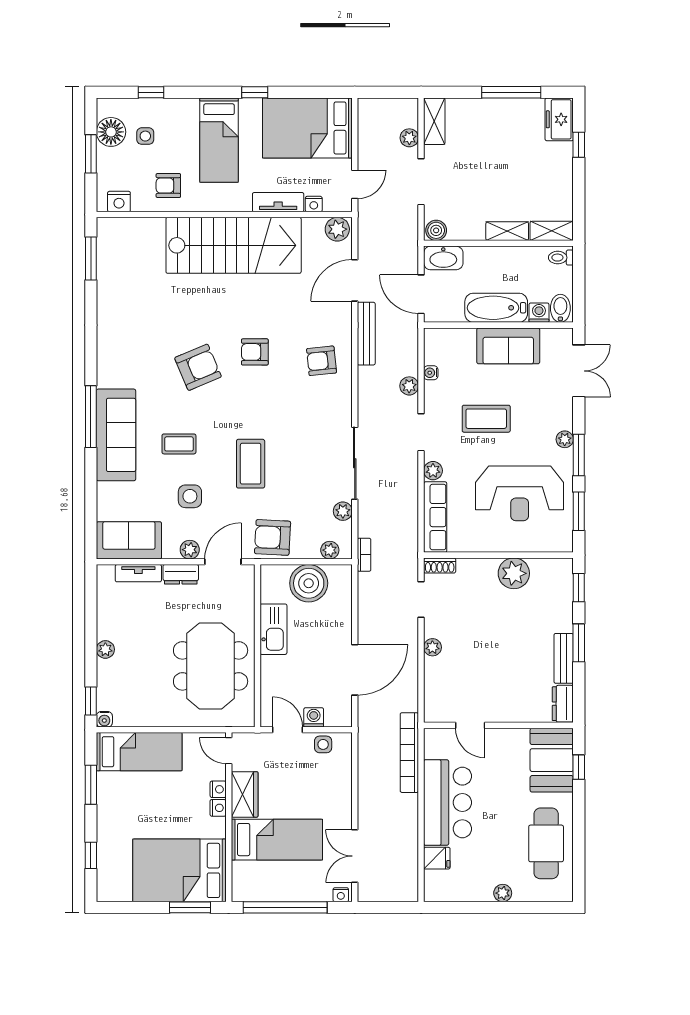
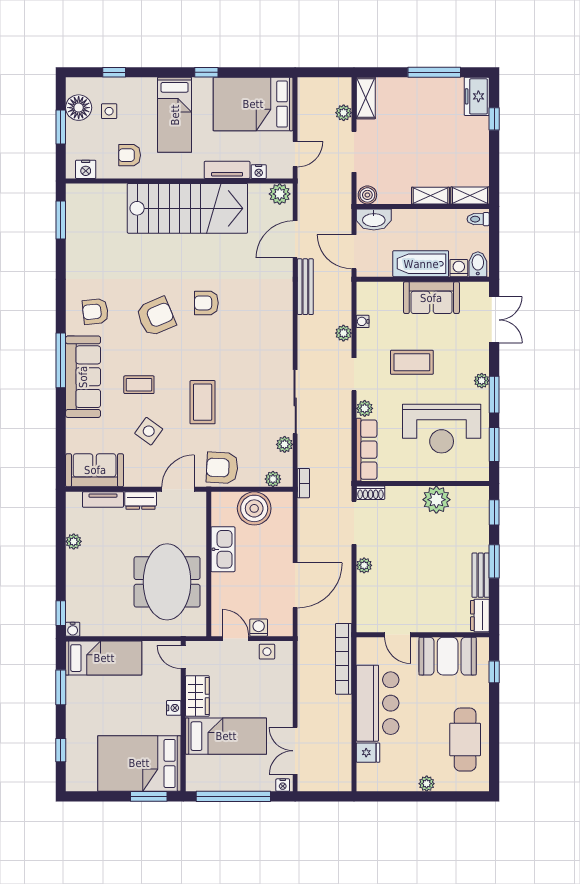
armchair: (322, 361) -> (95, 311), moved
side table: (190, 496) -> (149, 431), turned 36
plant: (190, 550) -> (149, 479), removed
doorway: (421, 600) -> (354, 523), width x1.38
plant: (105, 649) -> (74, 541), moved
booth: (552, 760) -> (448, 656), moved, turned 90
nightstand: (218, 789) -> (174, 691), removed

